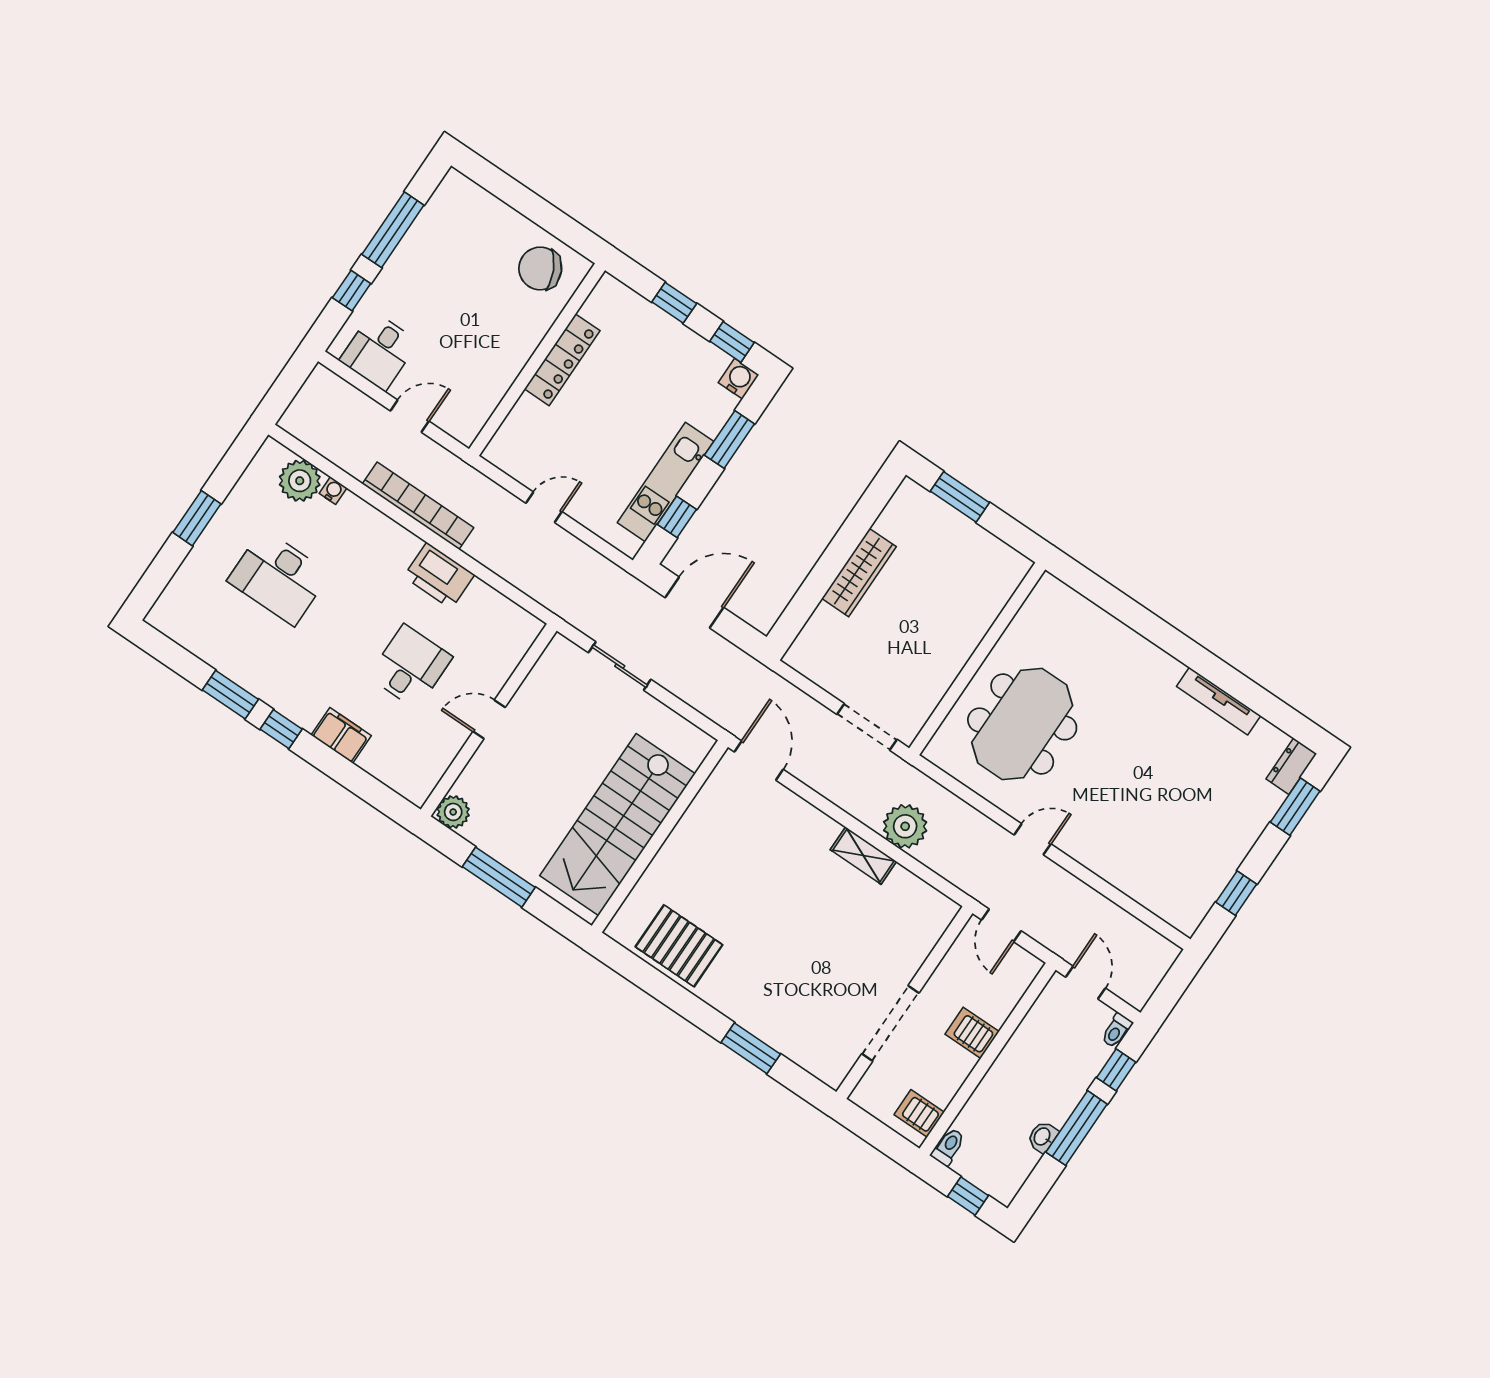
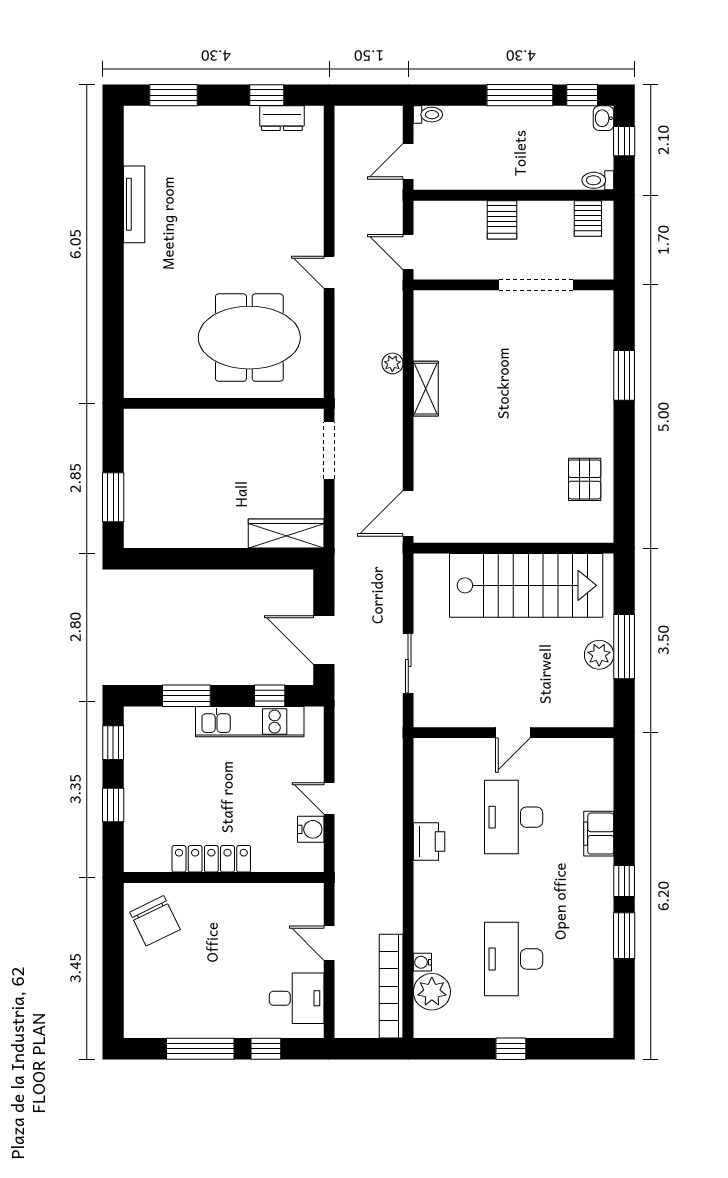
water cooler: (739, 379) -> (311, 829), moved, turned 180
bookcase: (418, 506) -> (391, 986), moved
window: (197, 518) -> (511, 1049), width x0.67
wardrobe: (859, 573) -> (286, 534), moved
printer: (439, 576) -> (429, 842), width x0.73, depth x0.84
desk: (279, 577) -> (514, 959), turned 180
desk: (410, 667) -> (514, 817), width x1.37
door: (489, 719) -> (513, 733), hinge flipped
dresser: (1291, 766) -> (282, 118), moved
plant: (453, 812) -> (599, 655), moved
plant: (905, 826) -> (392, 363), width x0.53, depth x0.53
door: (1001, 925) -> (408, 252), swing flipped
pallet: (679, 946) -> (585, 479), width x0.67, depth x0.71
window: (1116, 1070) -> (582, 95), moved
washbasin: (1043, 1137) -> (604, 118), moved, turned 90

